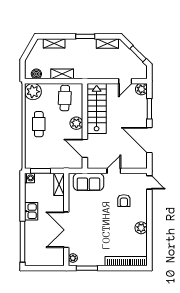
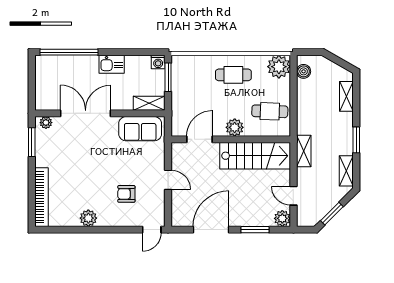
shelving: (62, 74) -> (304, 151), moved
sofa: (88, 182) -> (140, 129), moved, turned -90

